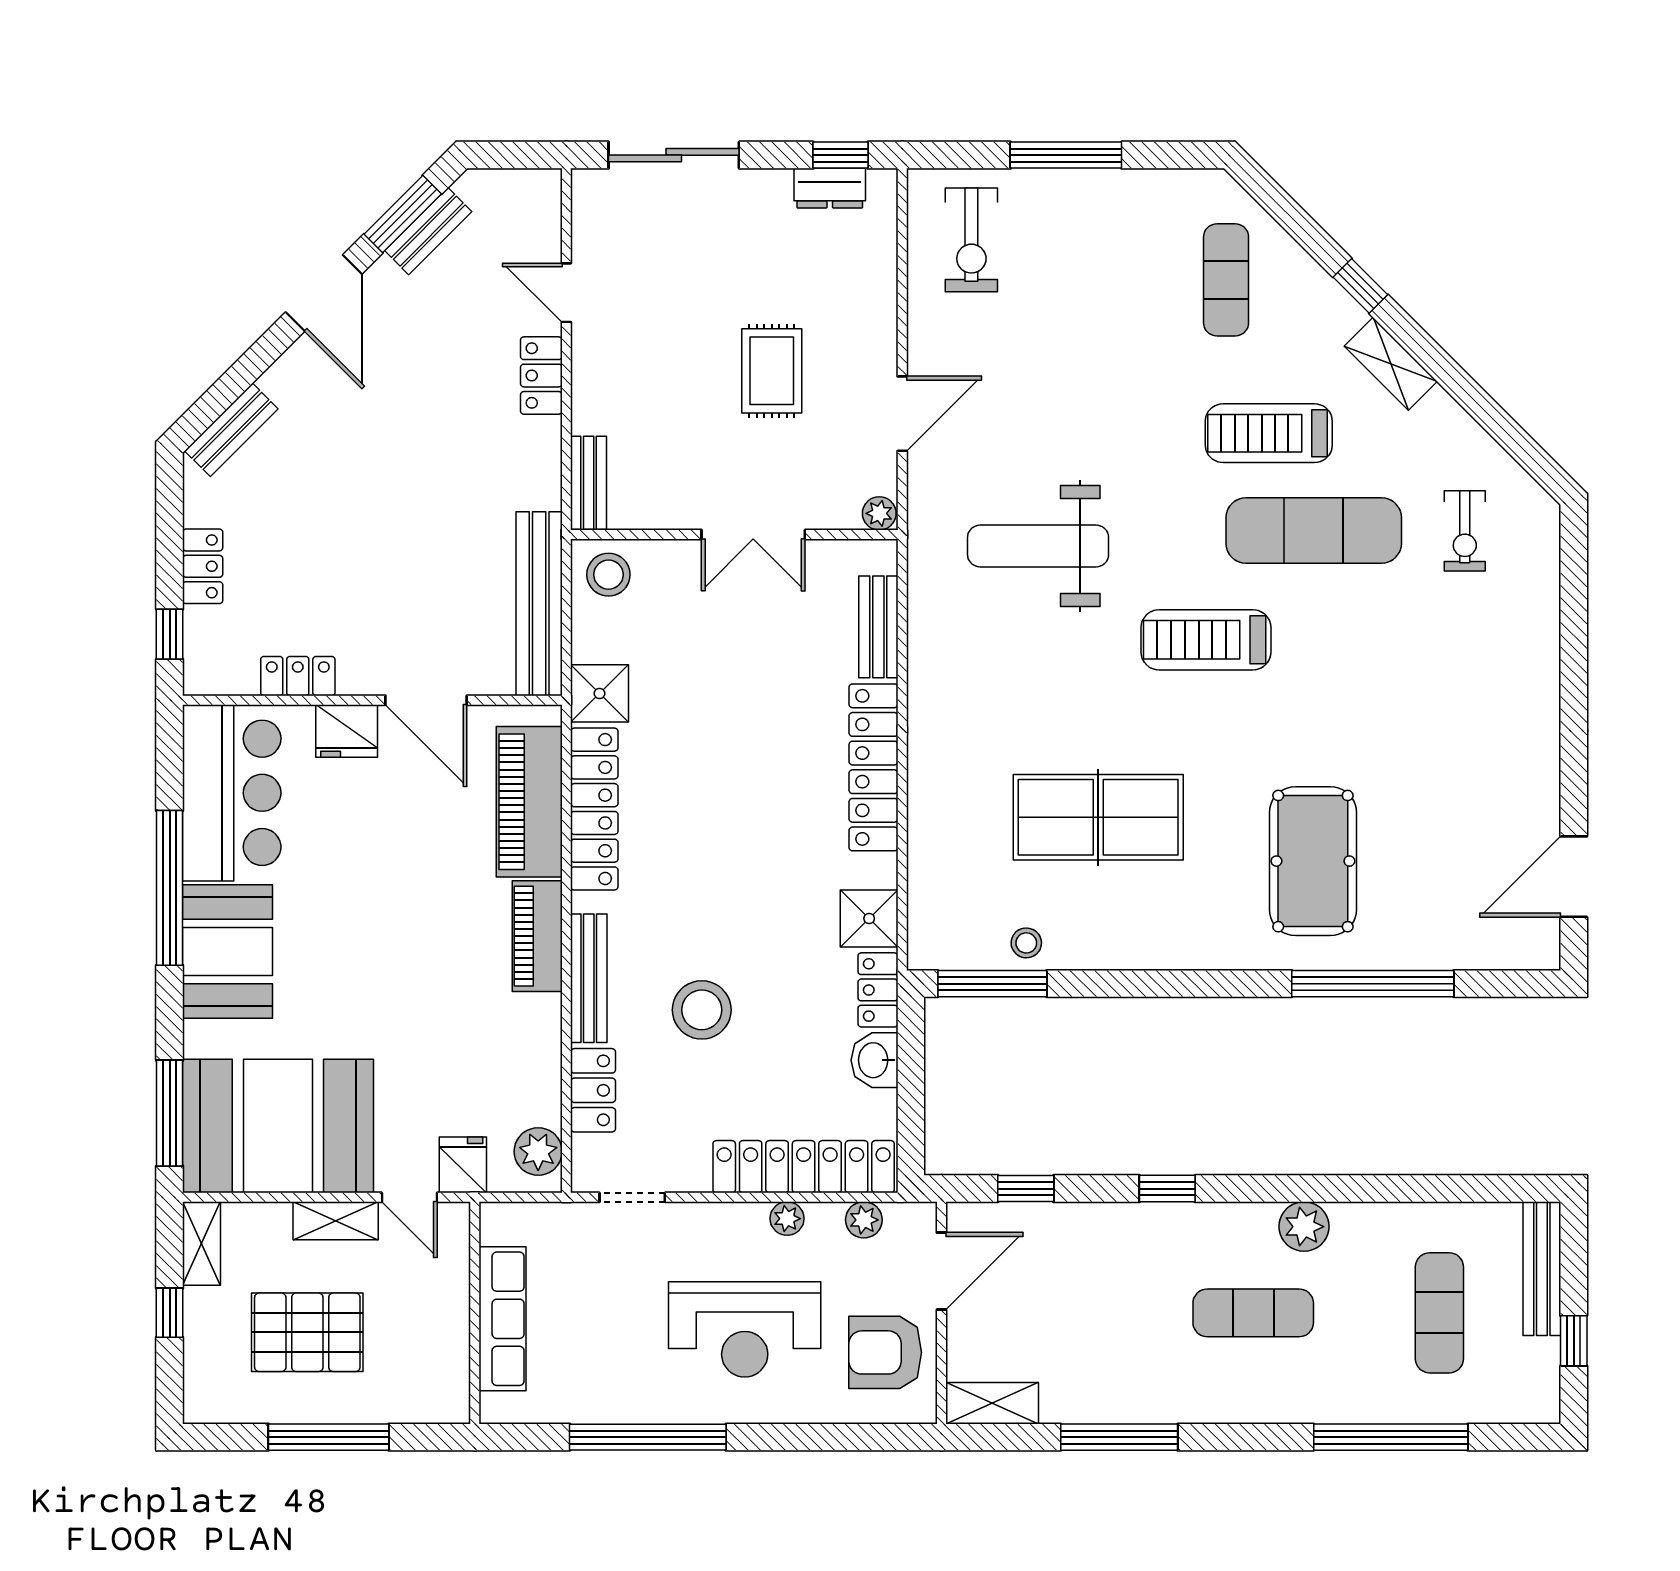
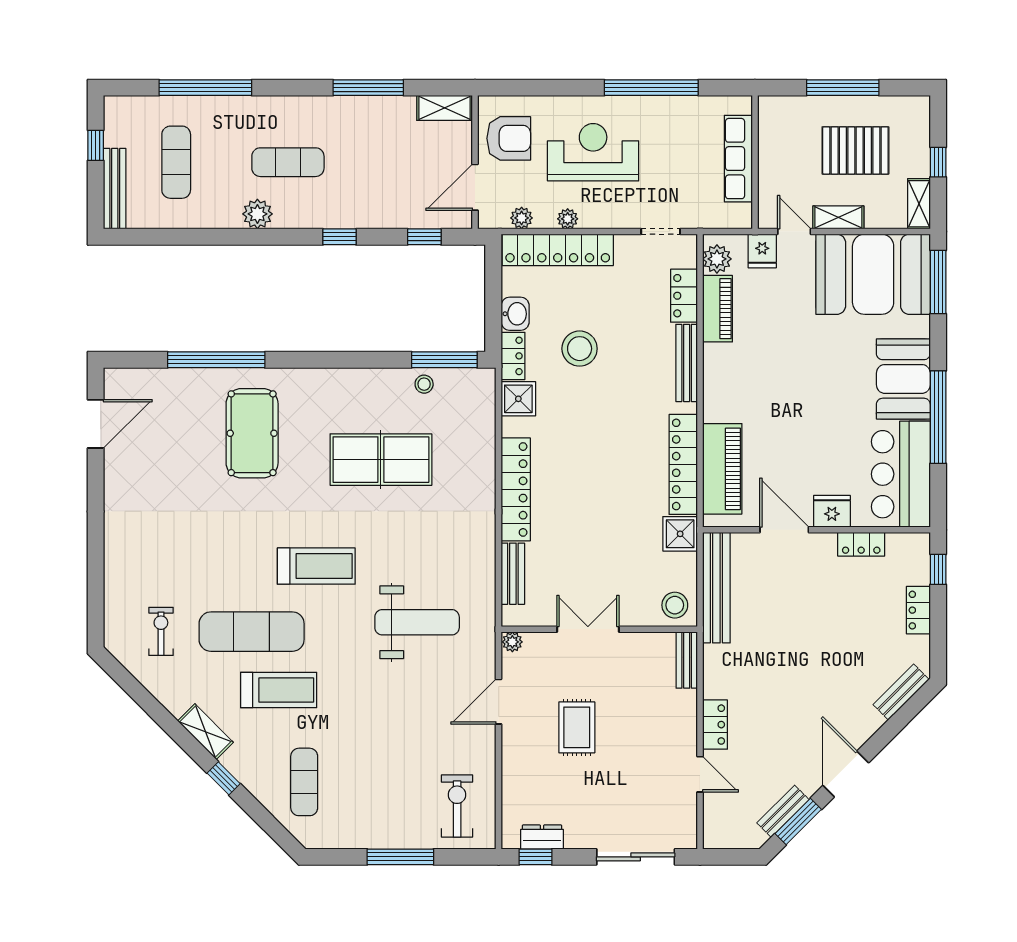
piano: (537, 936) -> (718, 309), moved
stool: (702, 1010) -> (580, 349), moved

